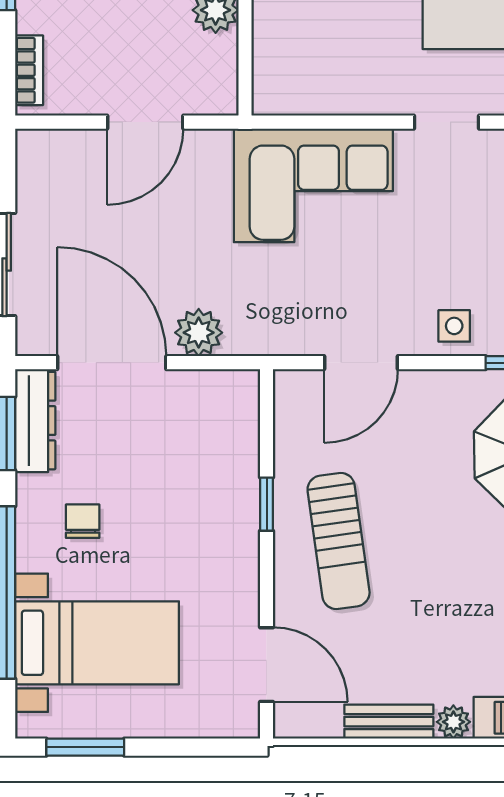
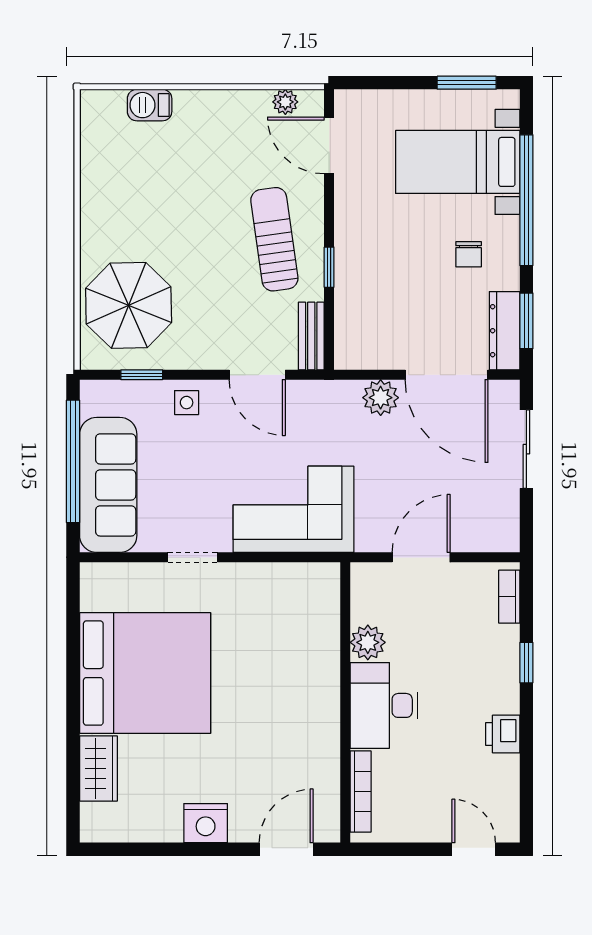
door: (361, 363) -> (257, 375), swing flipped
bench: (389, 722) -> (311, 336), moved, turned 90
plant: (453, 722) -> (285, 102), moved

